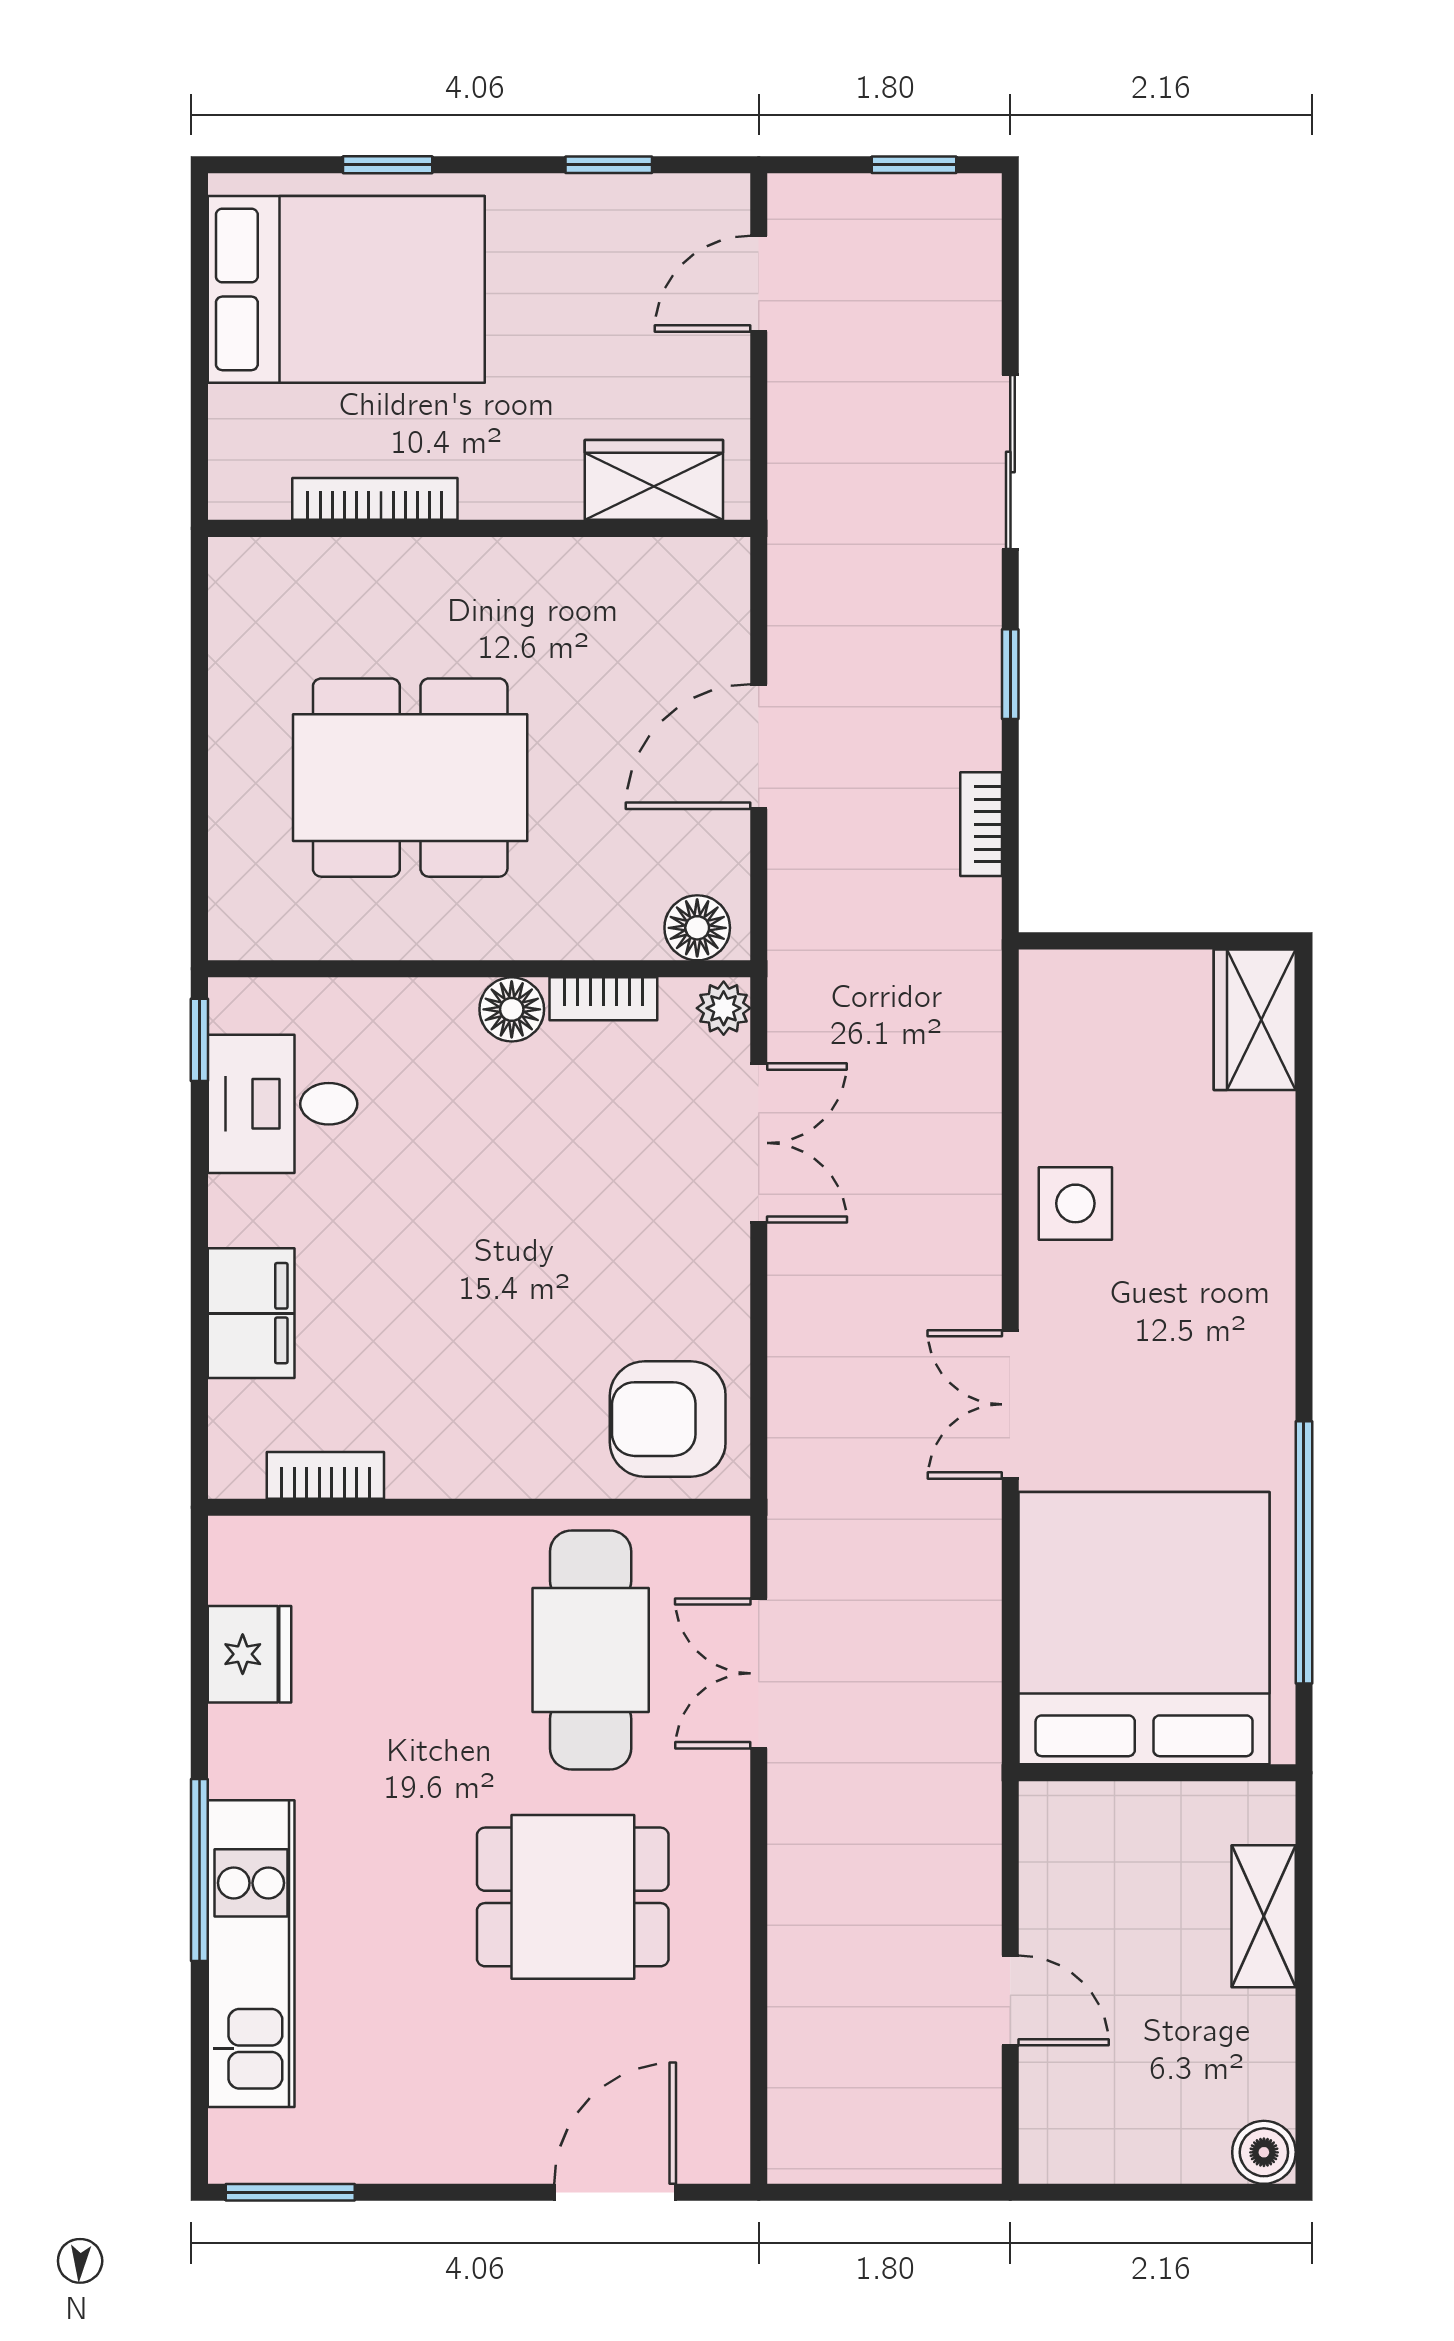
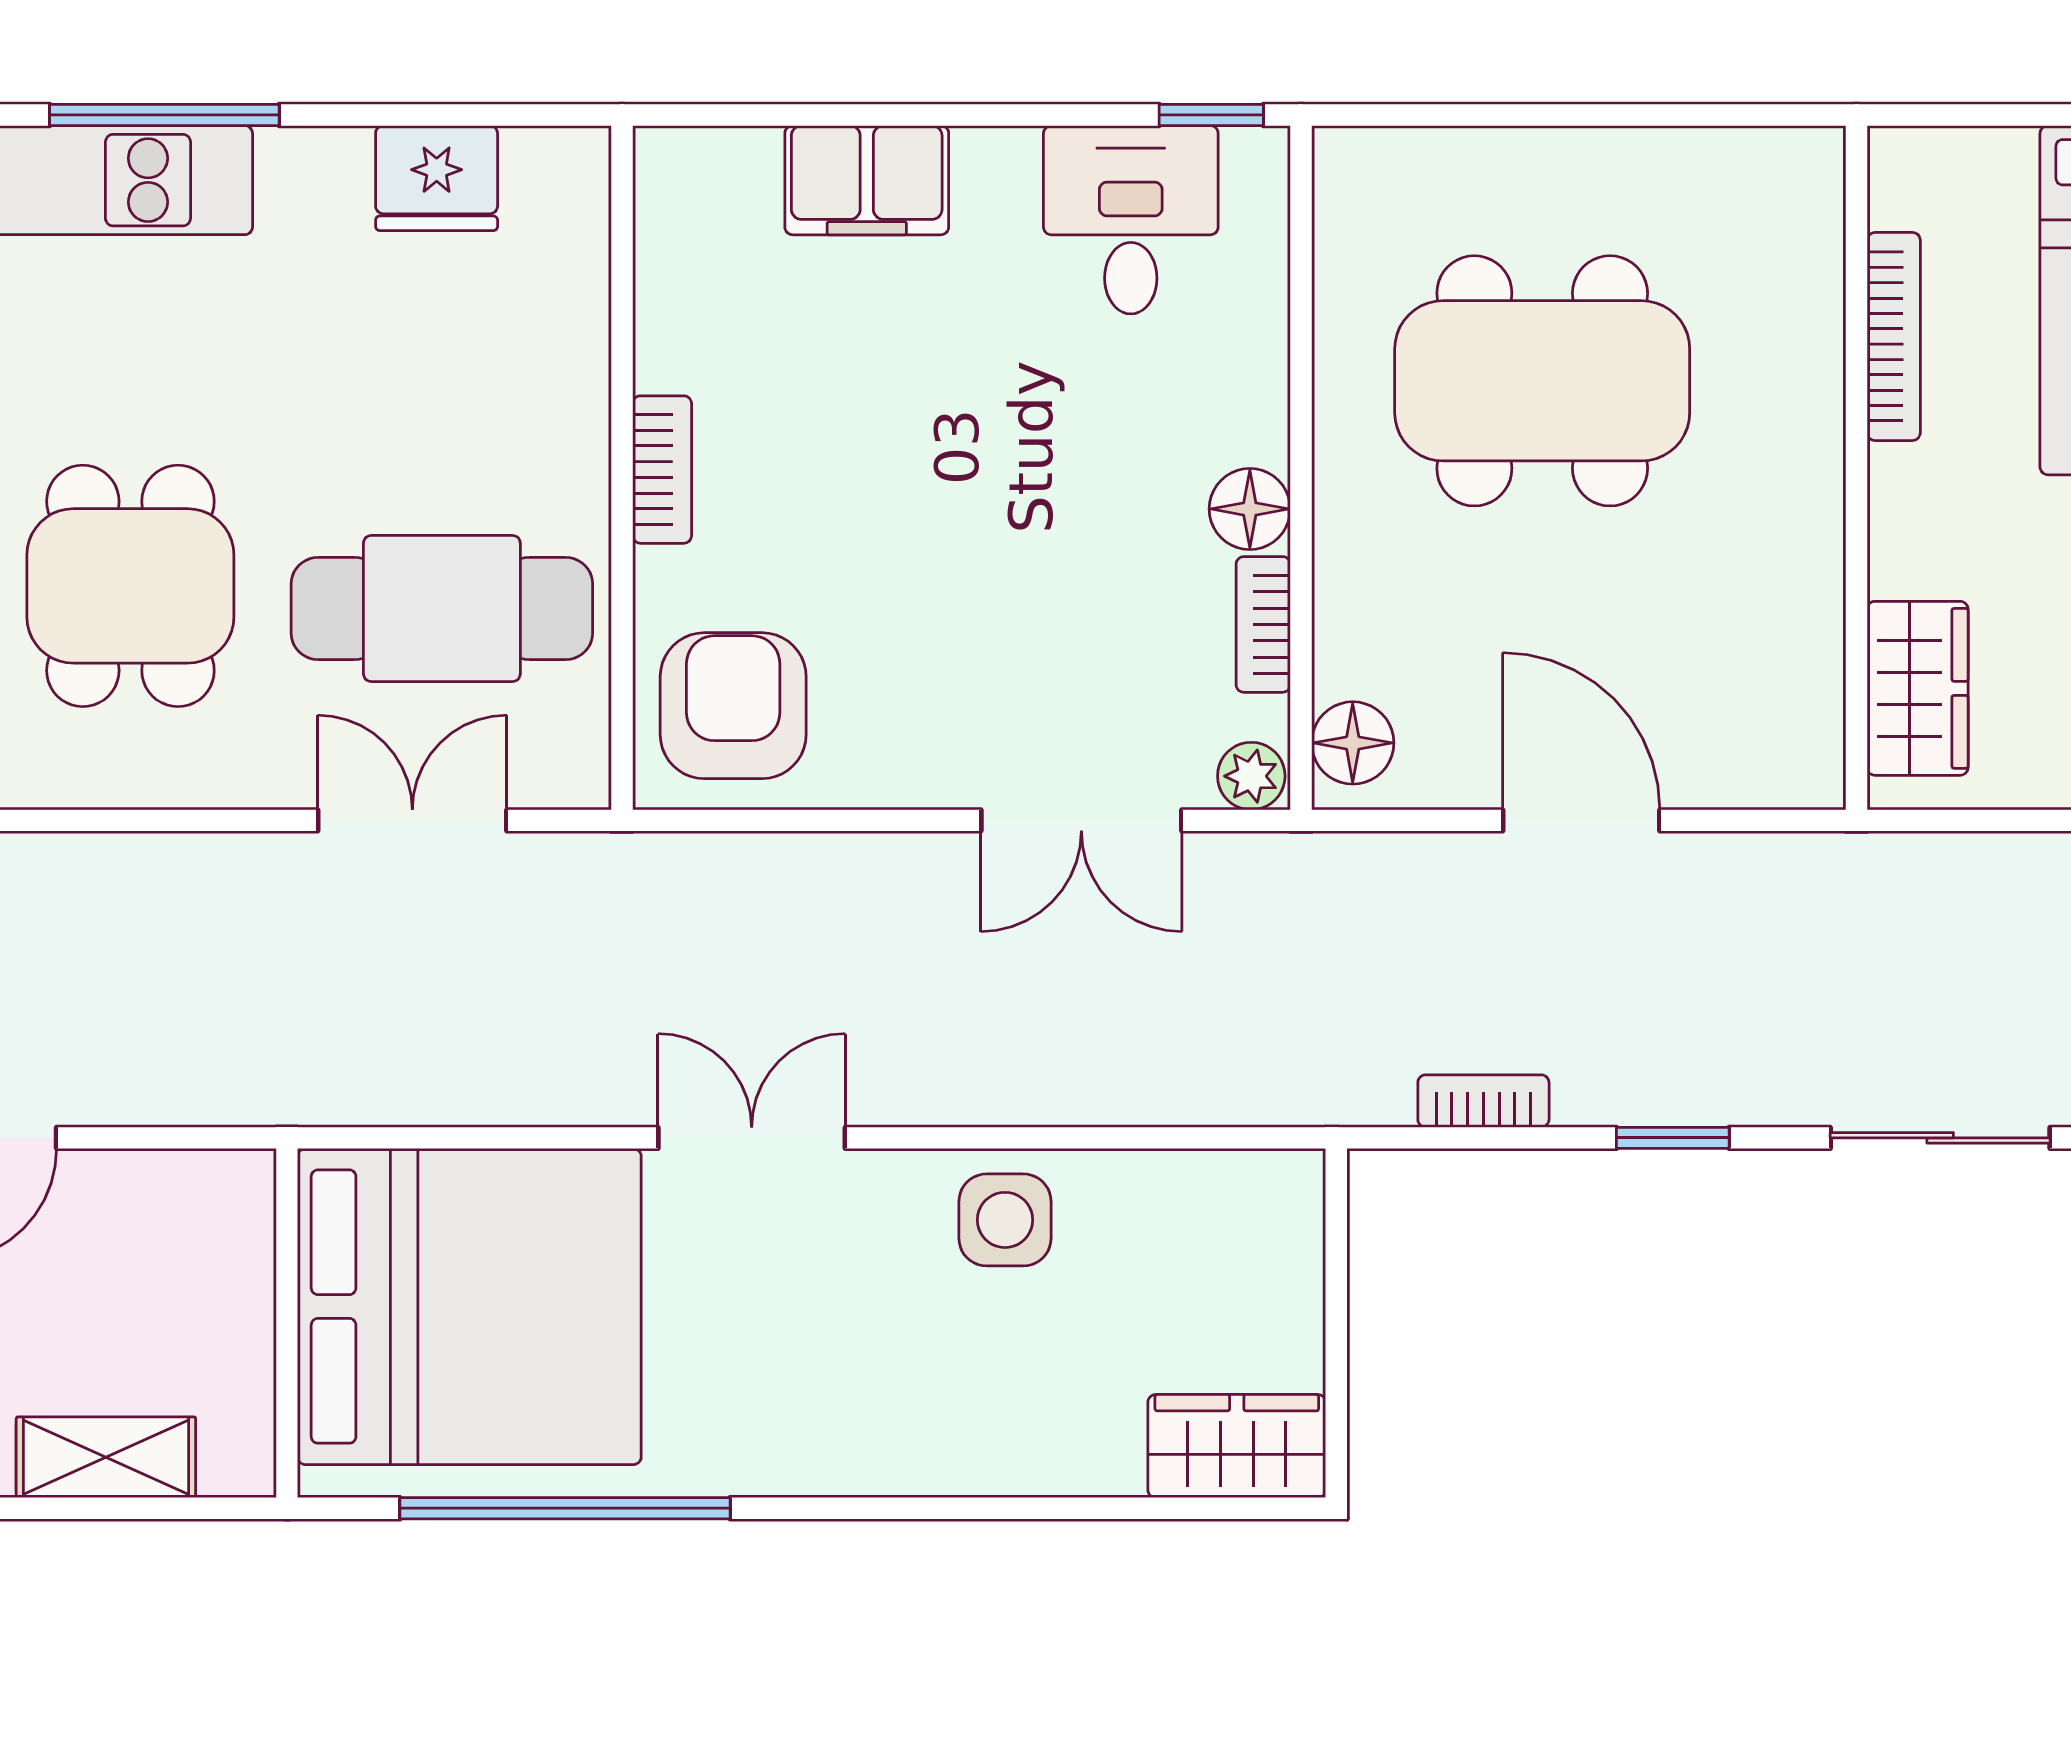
dining table: (410, 778) -> (1542, 381), turned 90
bookcase: (325, 1475) -> (662, 470), moved

